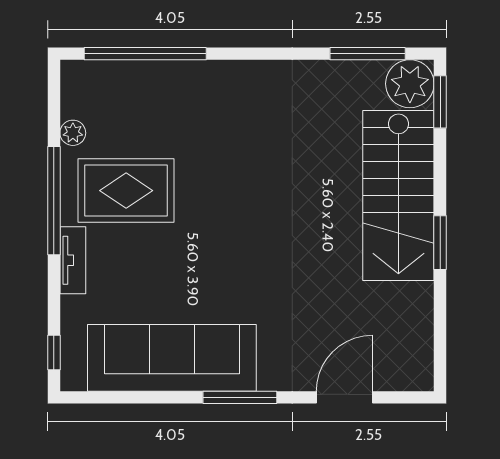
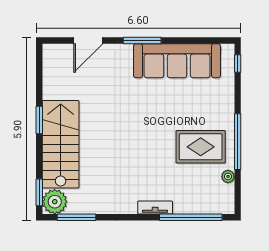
tv unit: (73, 260) -> (155, 207), moved, turned 90

